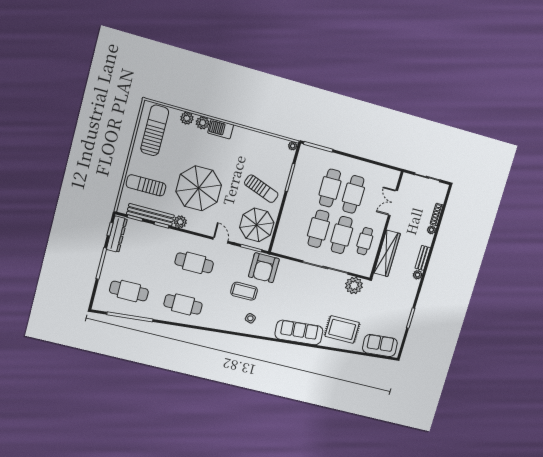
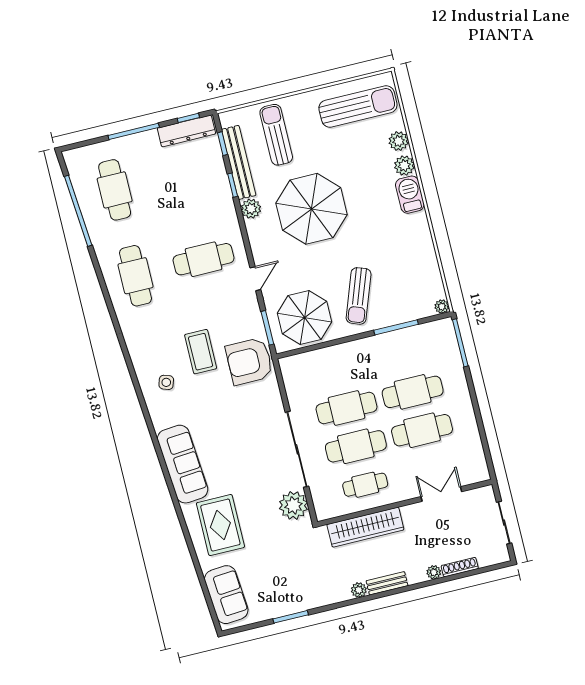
cafe table: (194, 263) -> (203, 259), turned 90

